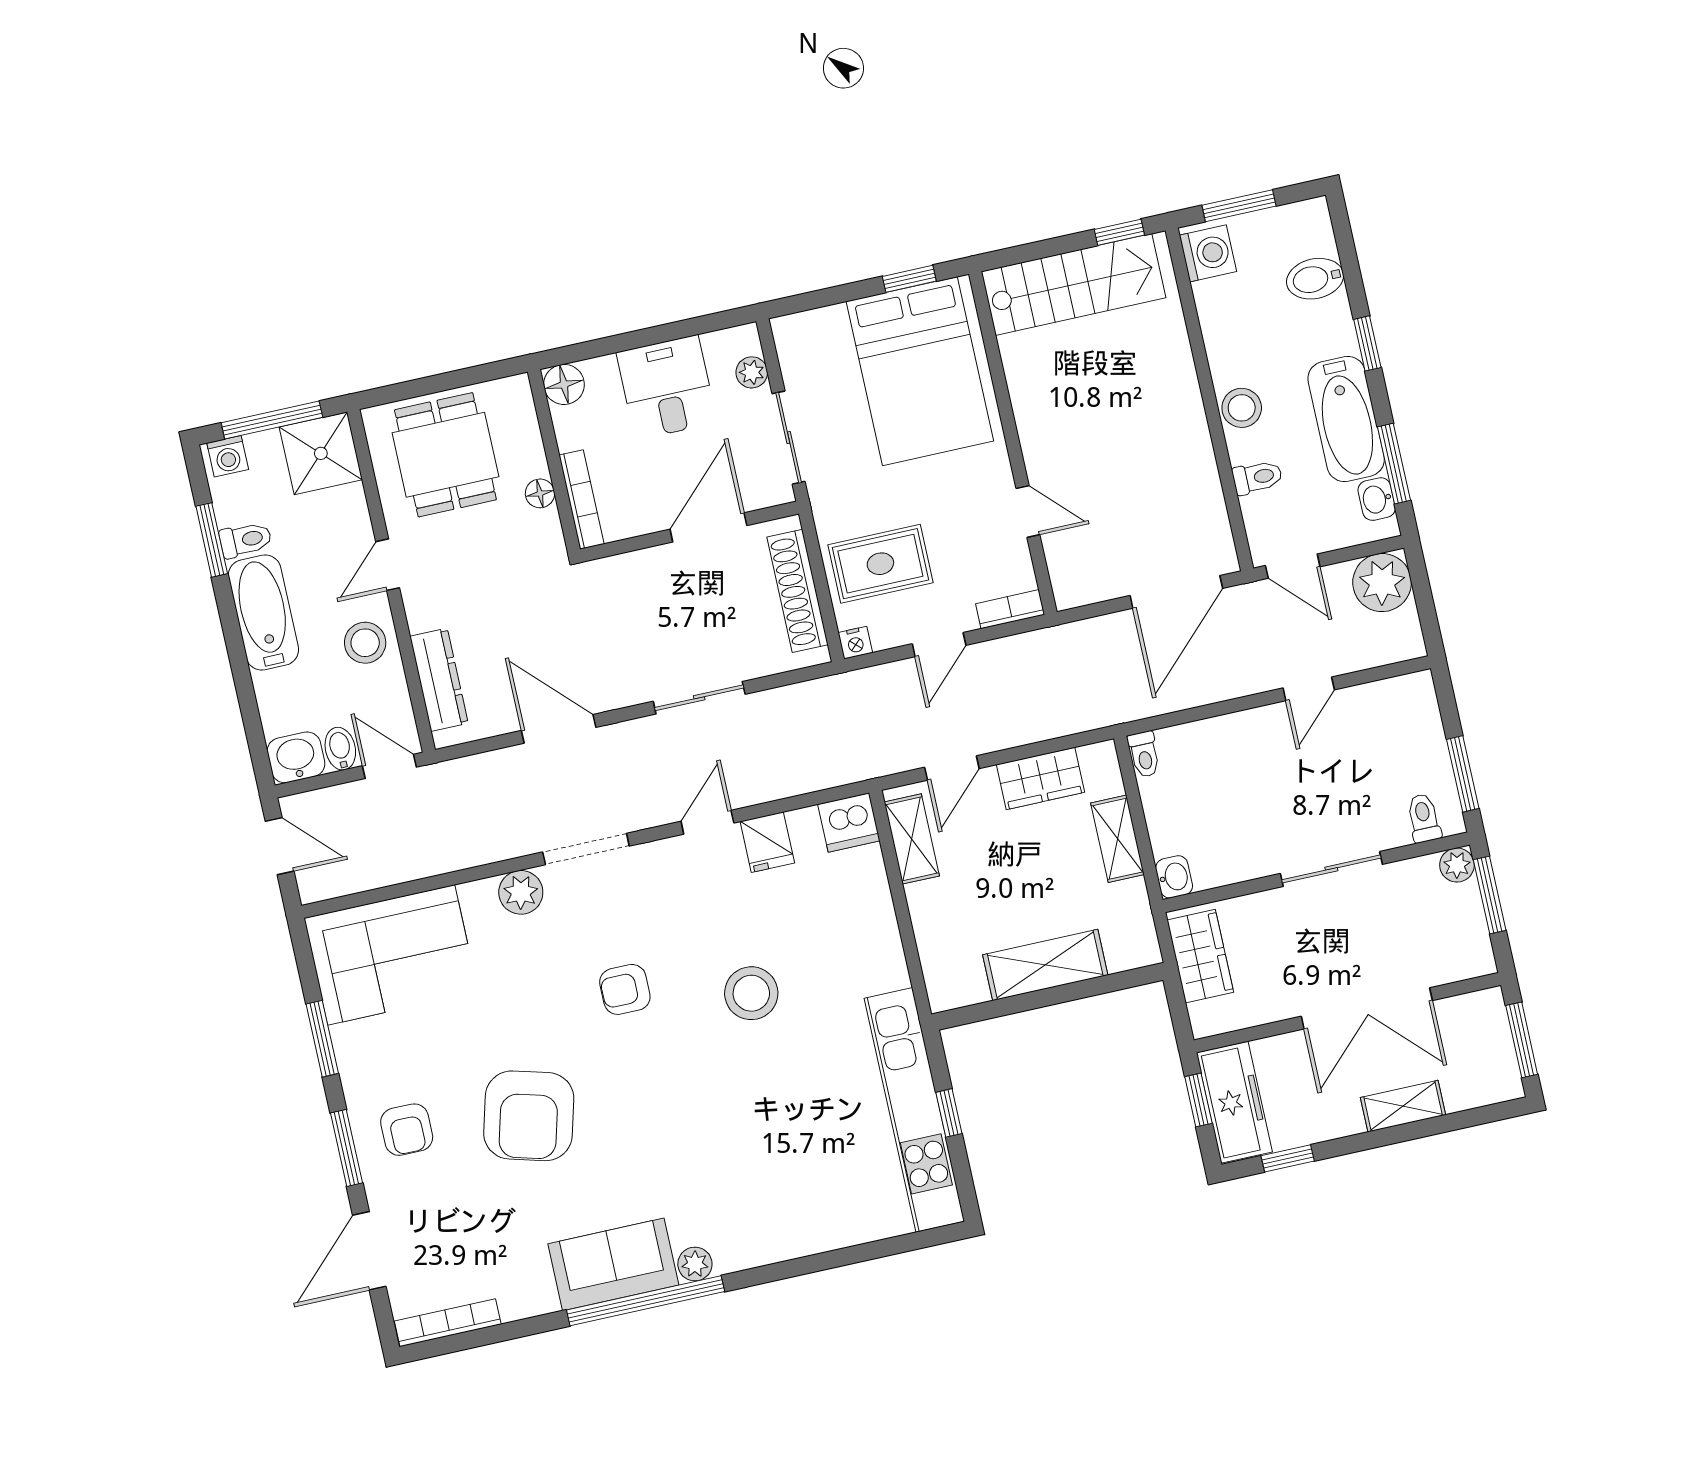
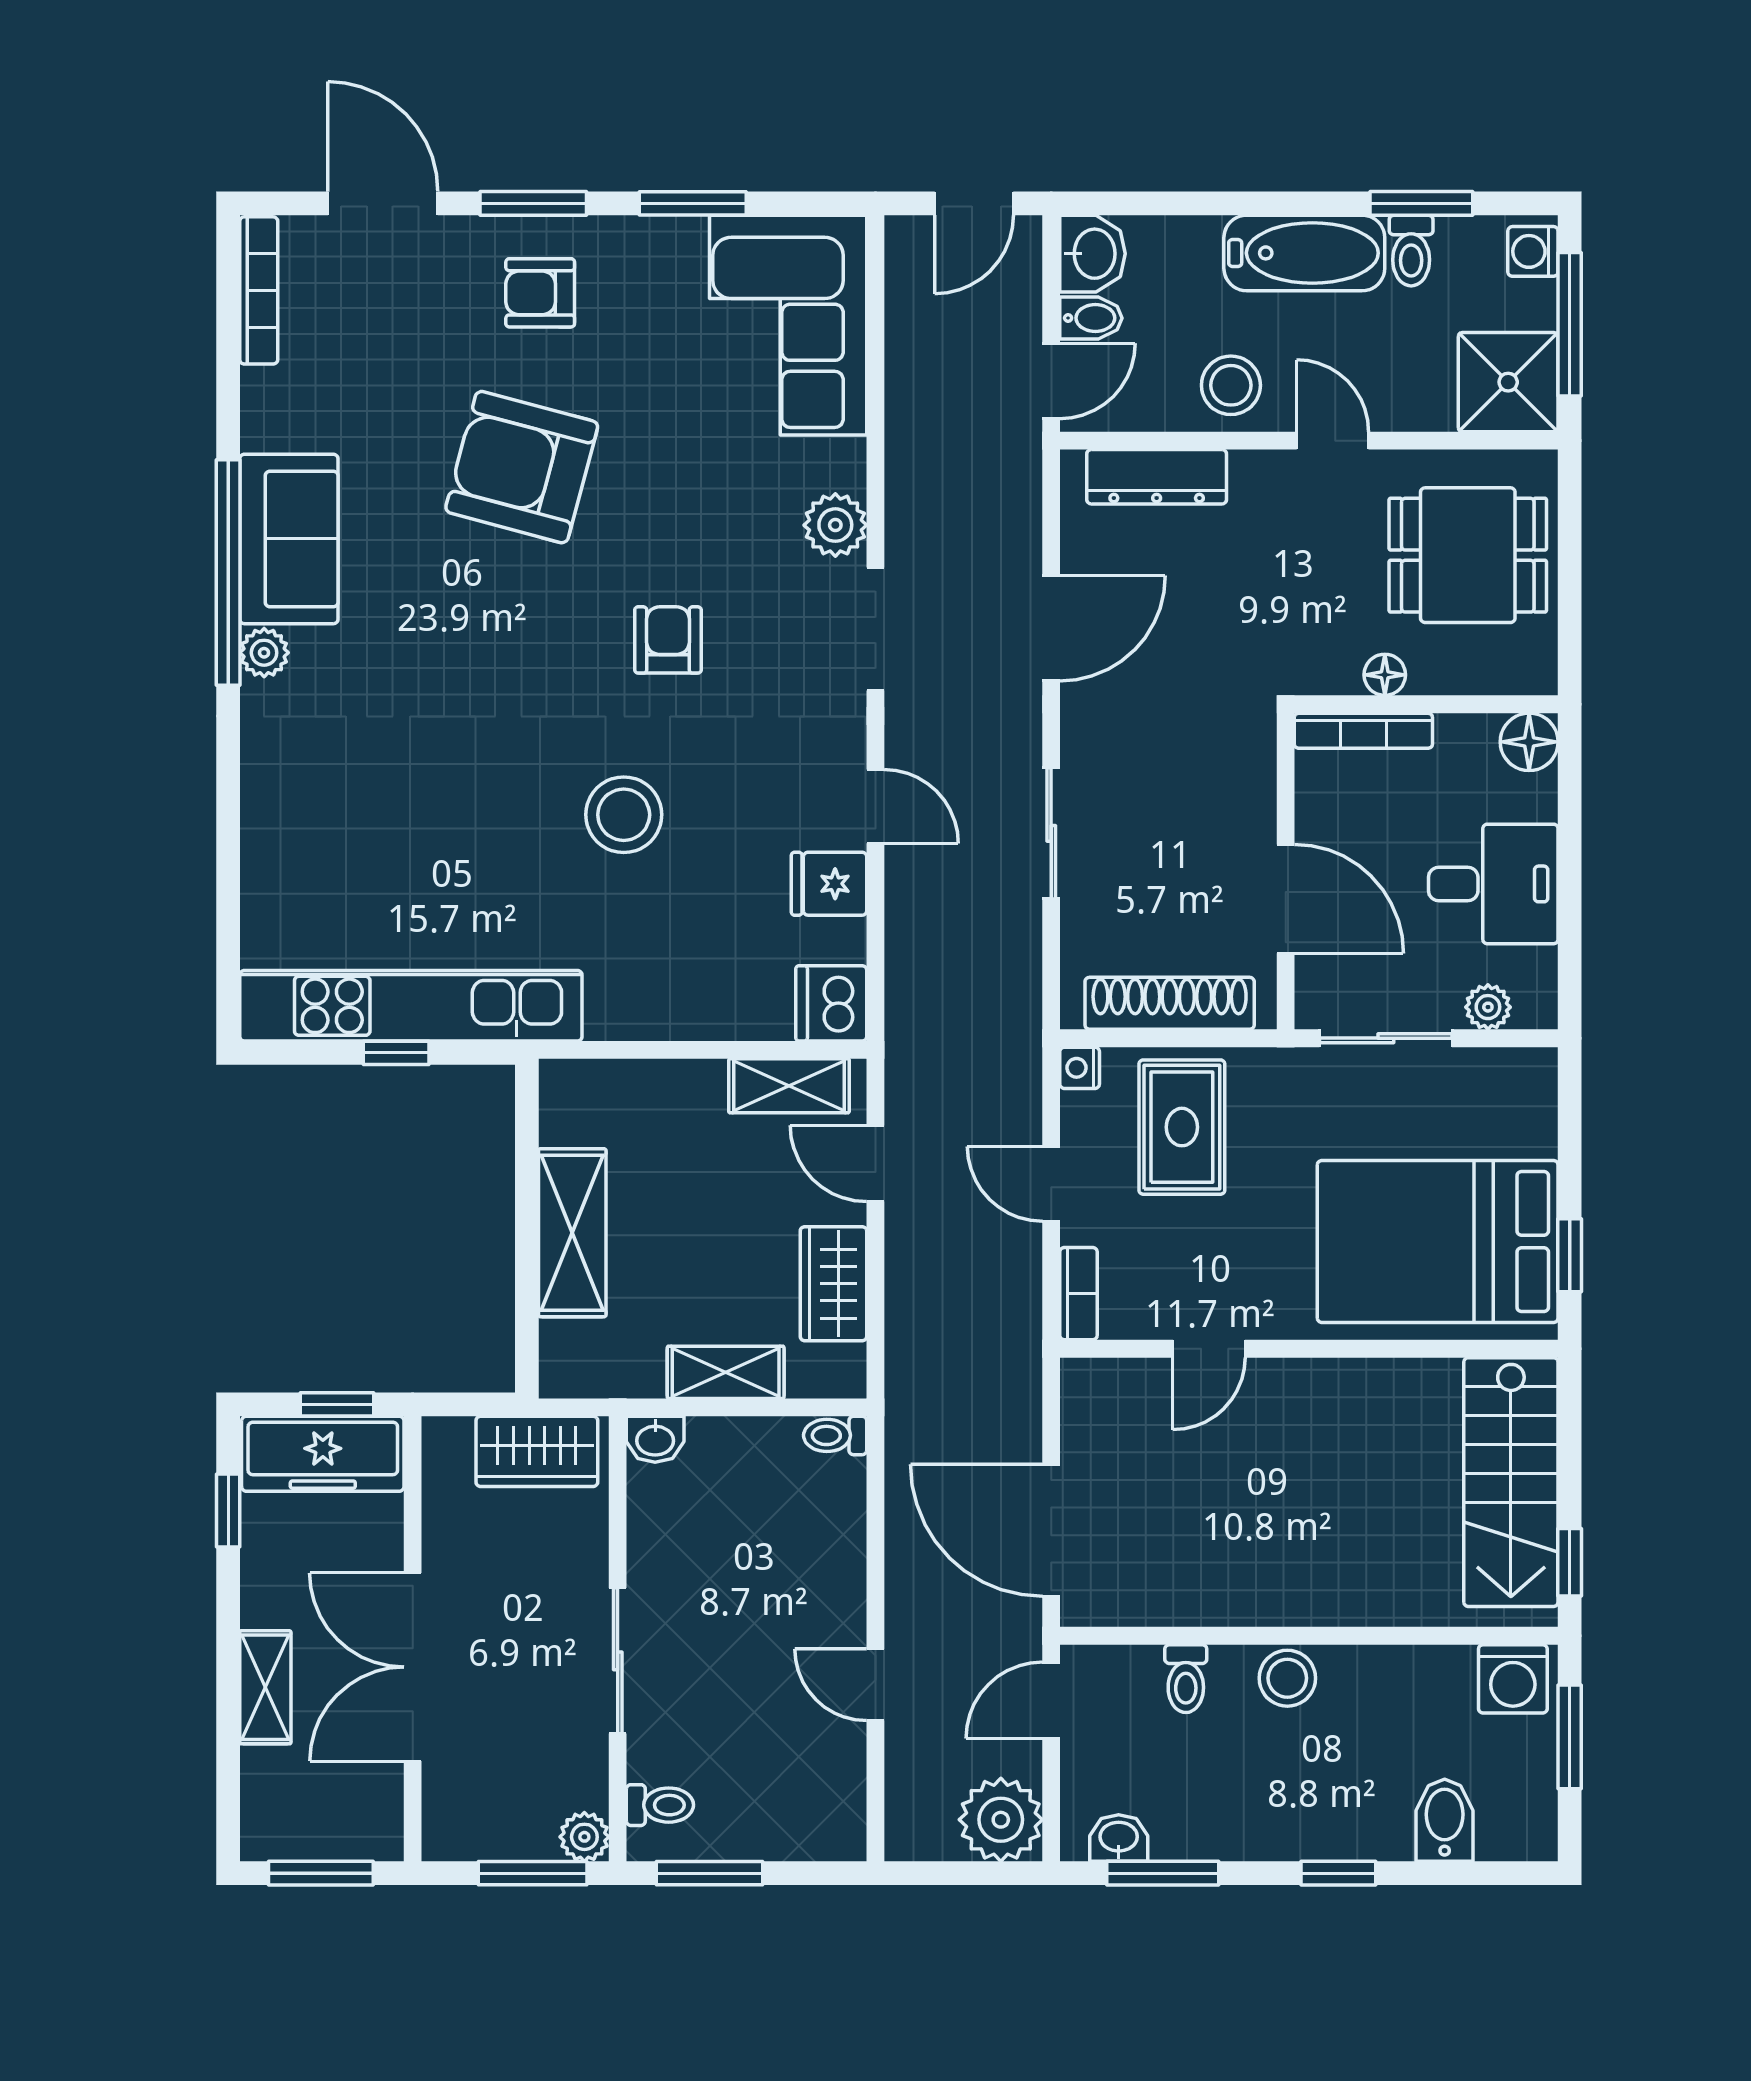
bathtub: (1346, 419) -> (1240, 1820), removed

